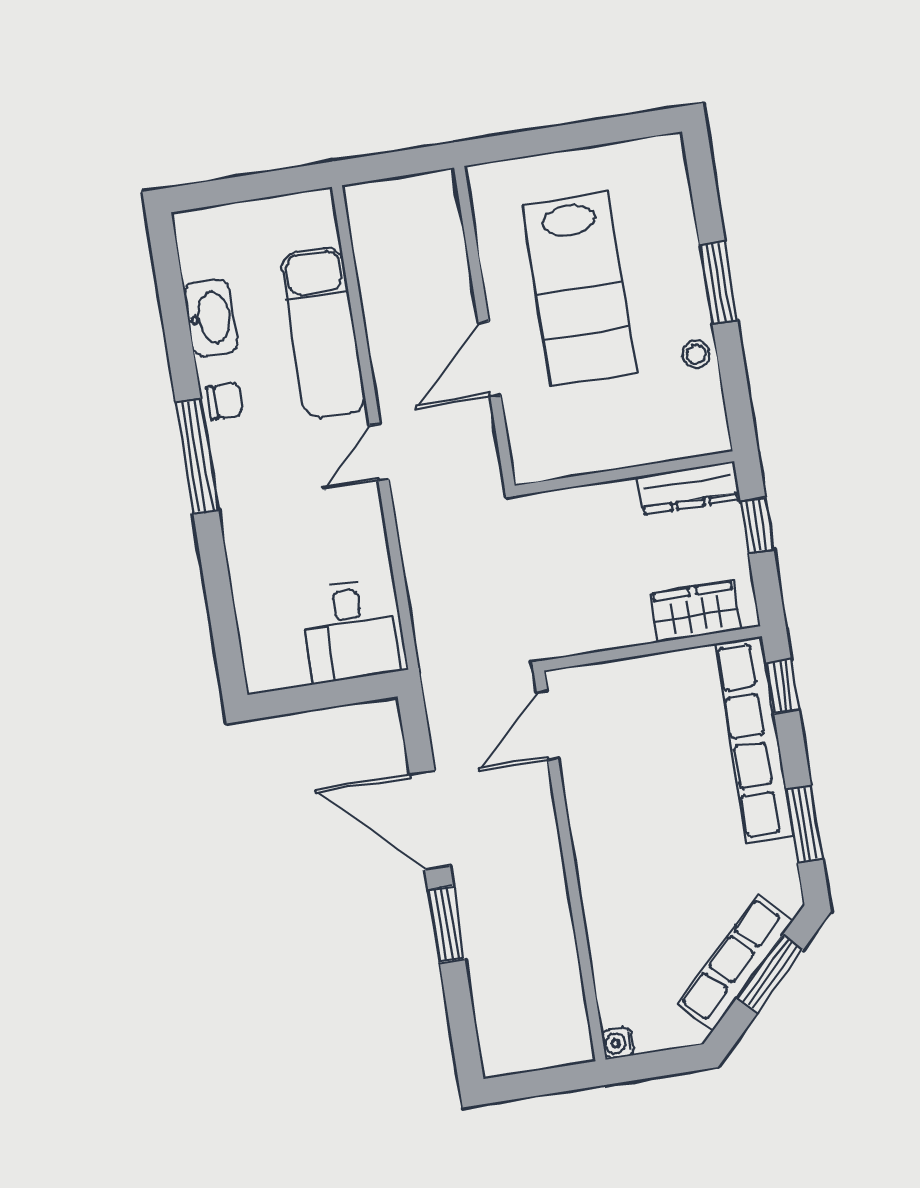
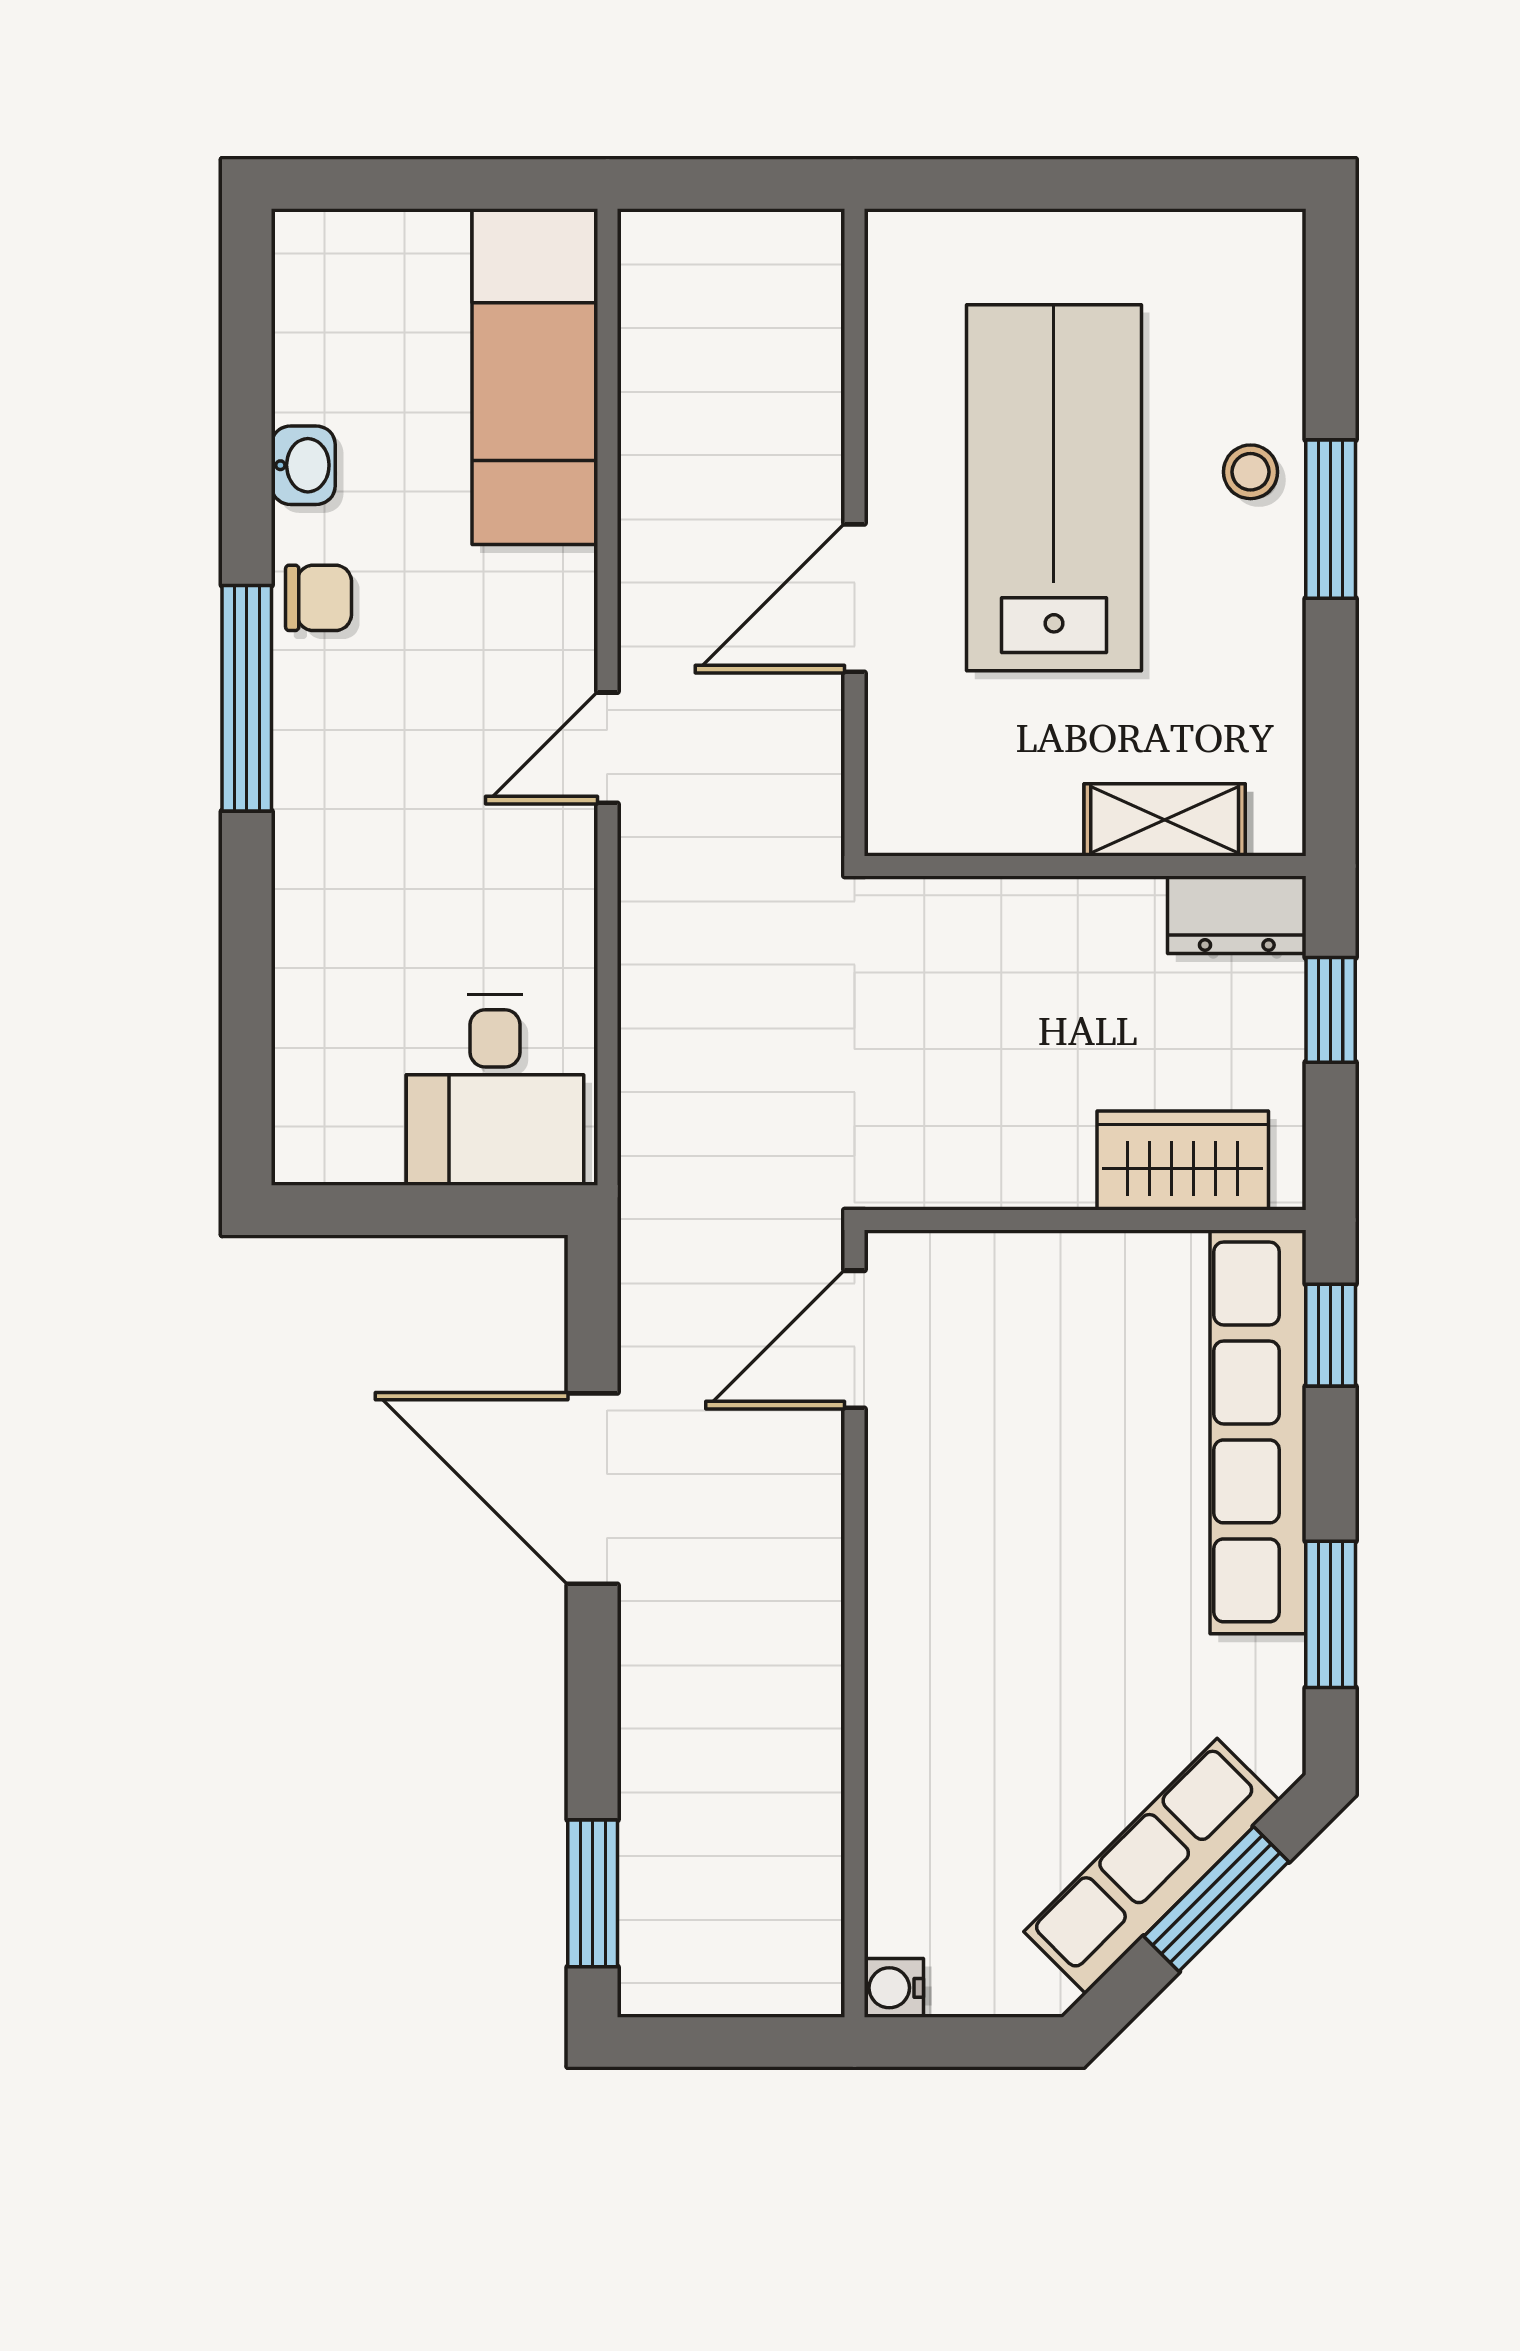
lab bench: (579, 289) -> (1054, 488), turned 180
washbasin: (211, 318) -> (303, 465), width x0.52, depth x0.69
exam couch: (323, 333) -> (535, 377), moved
stool: (696, 354) -> (1251, 472), moved
shelving: (660, 444) -> (1165, 820), added
dresser: (688, 488) -> (1237, 915), width x0.70
window: (446, 924) -> (593, 1893), moved

